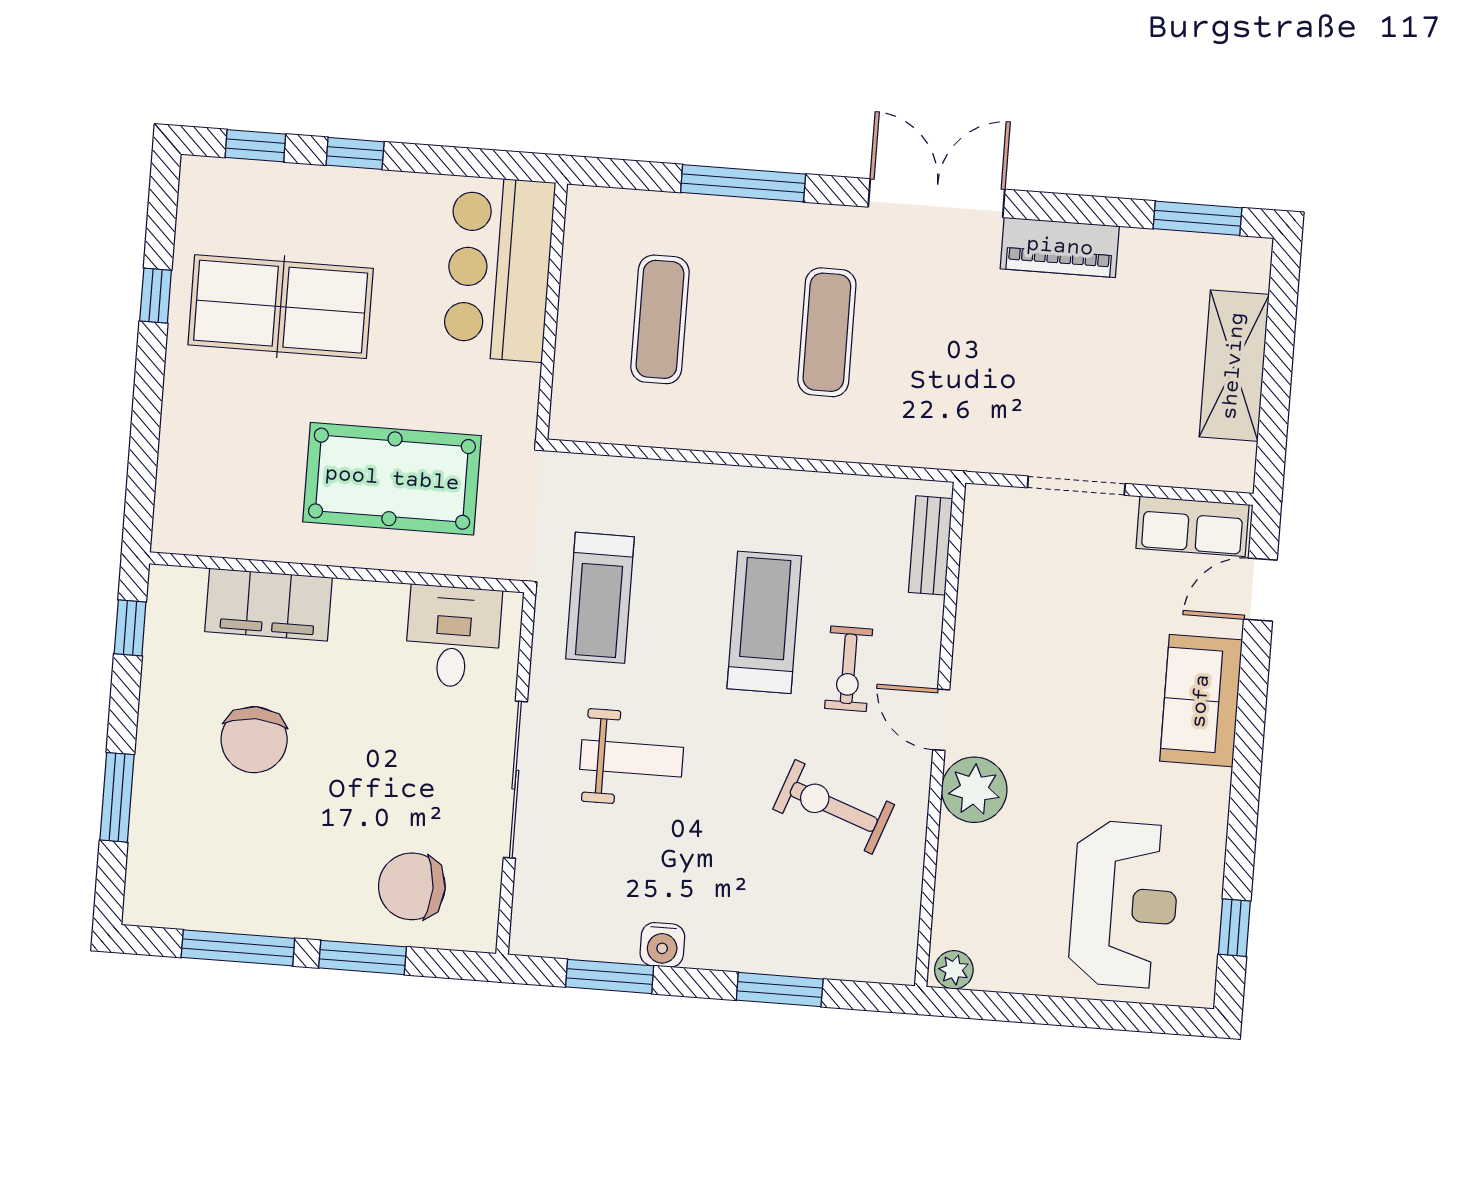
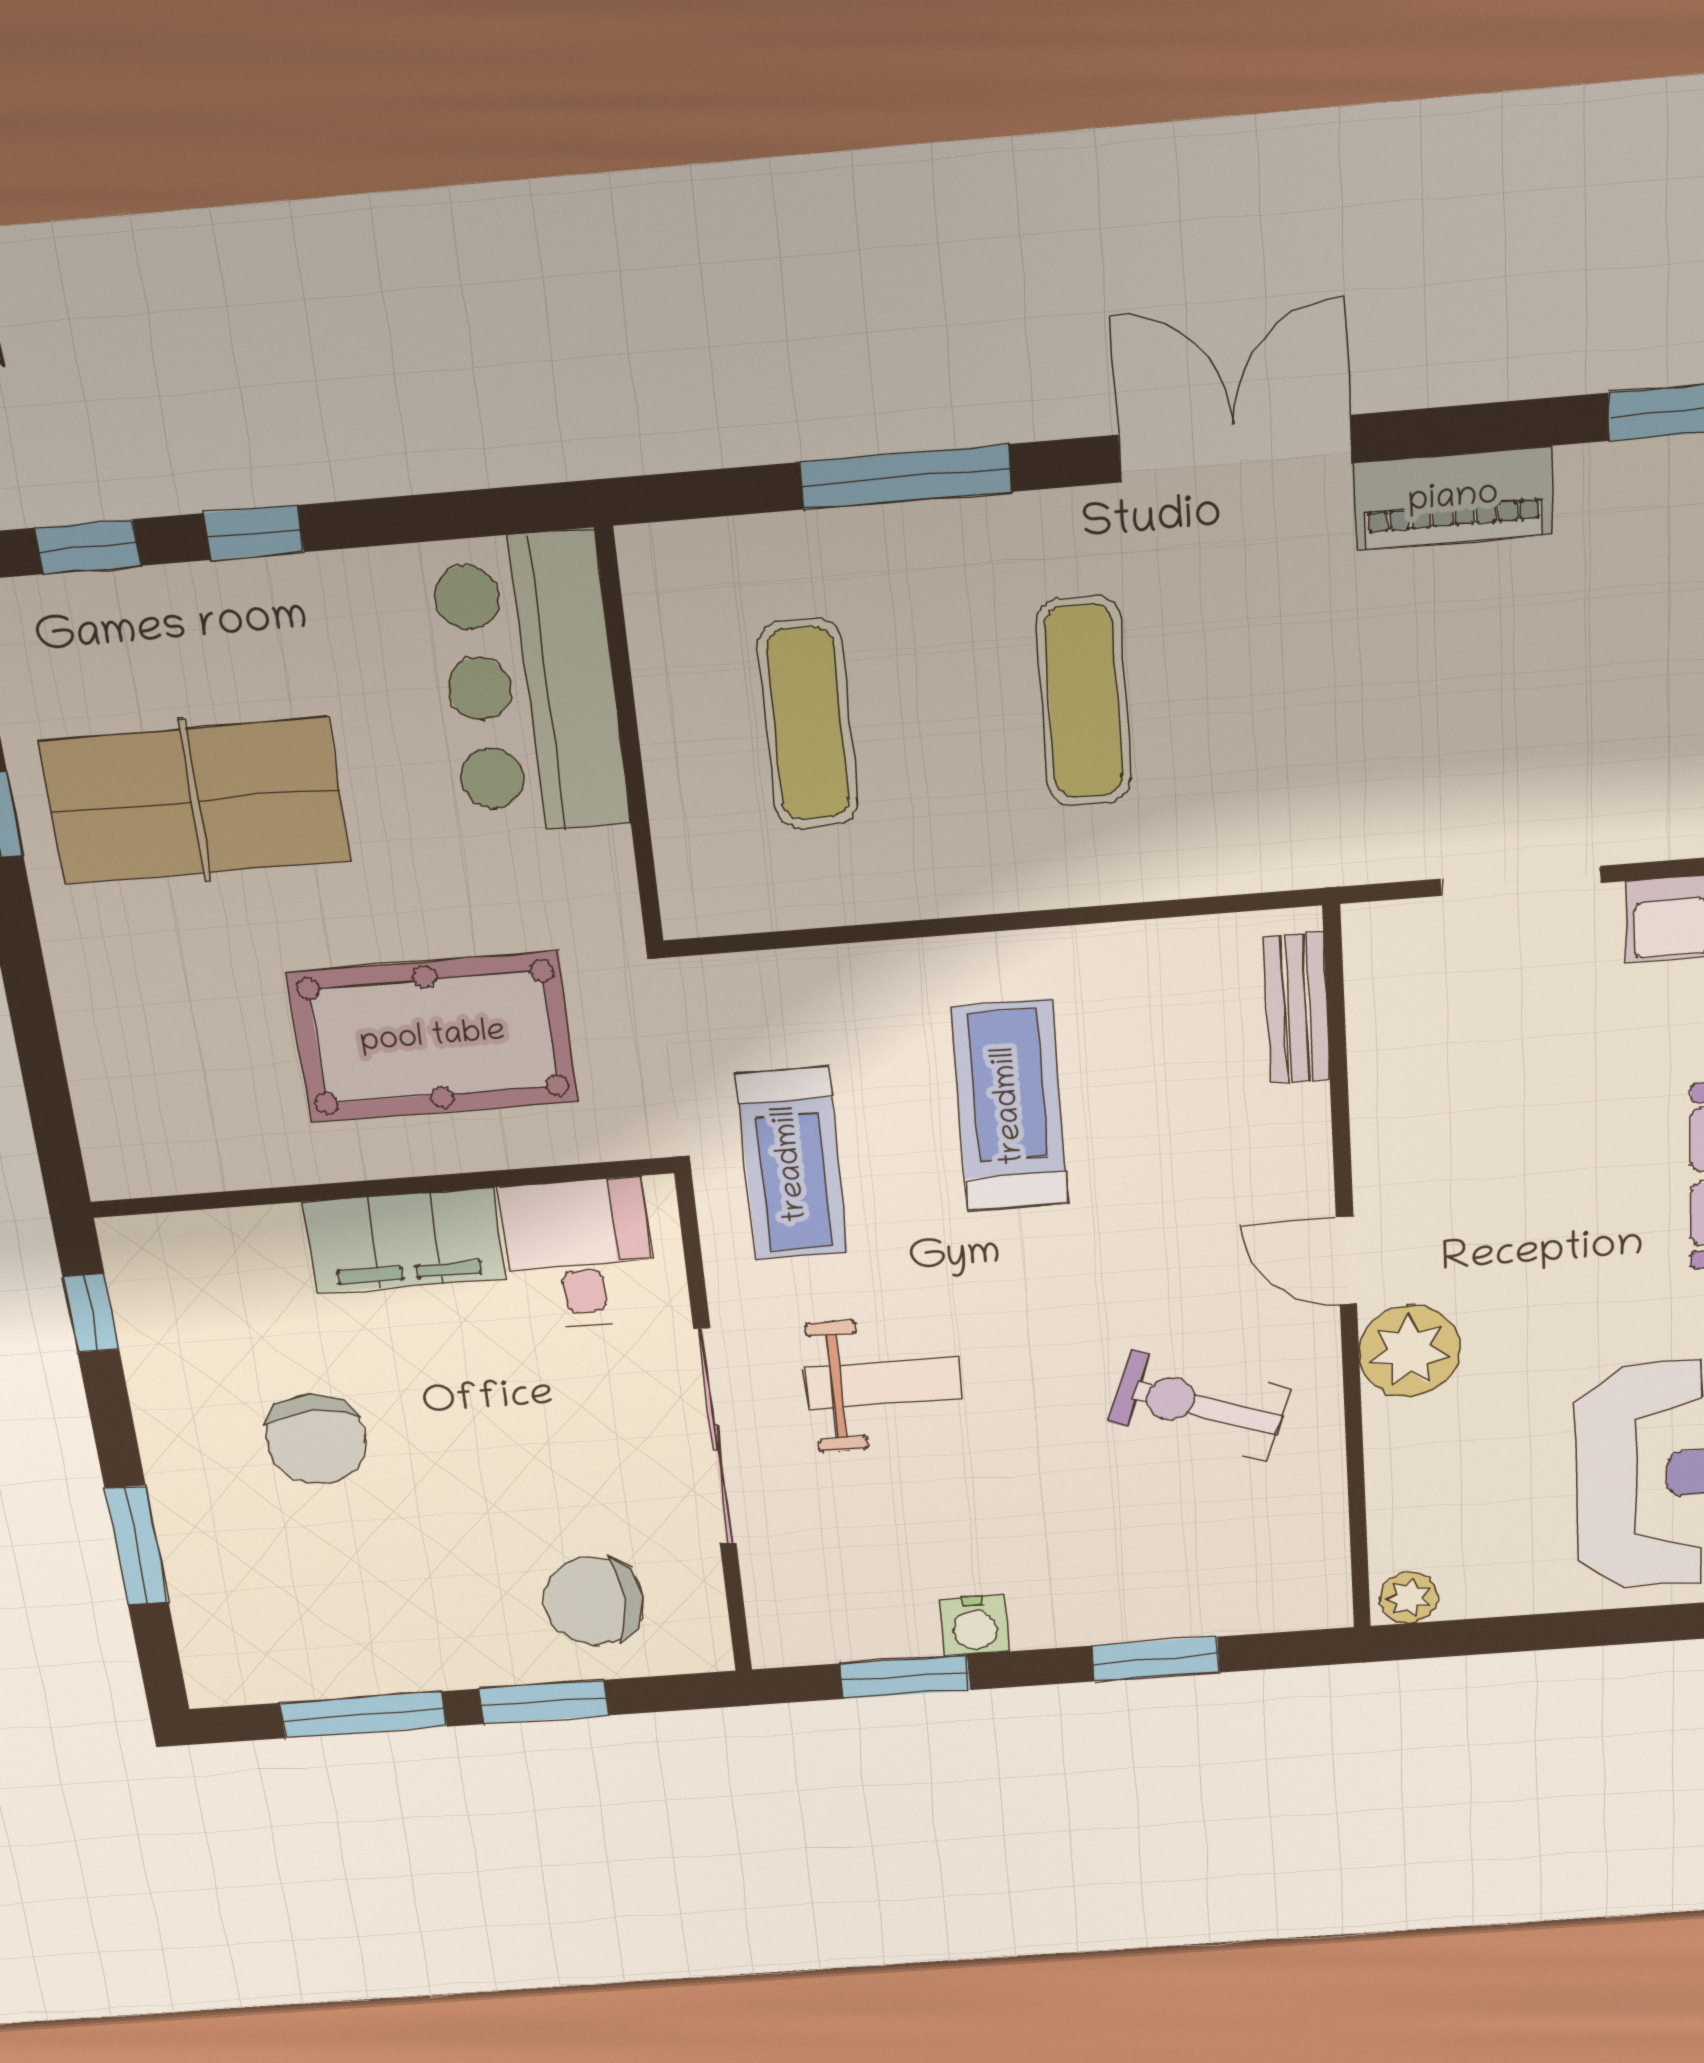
filing cabinet: (268, 605) -> (405, 1240), moved
treadmill: (764, 622) -> (1010, 1106), moved
exercise bike: (849, 669) -> (1193, 1209), removed

